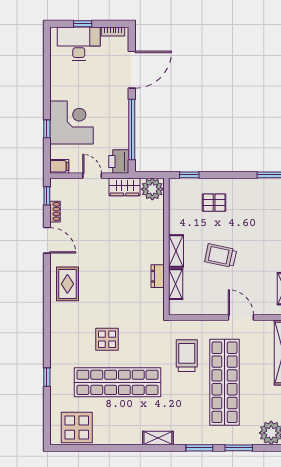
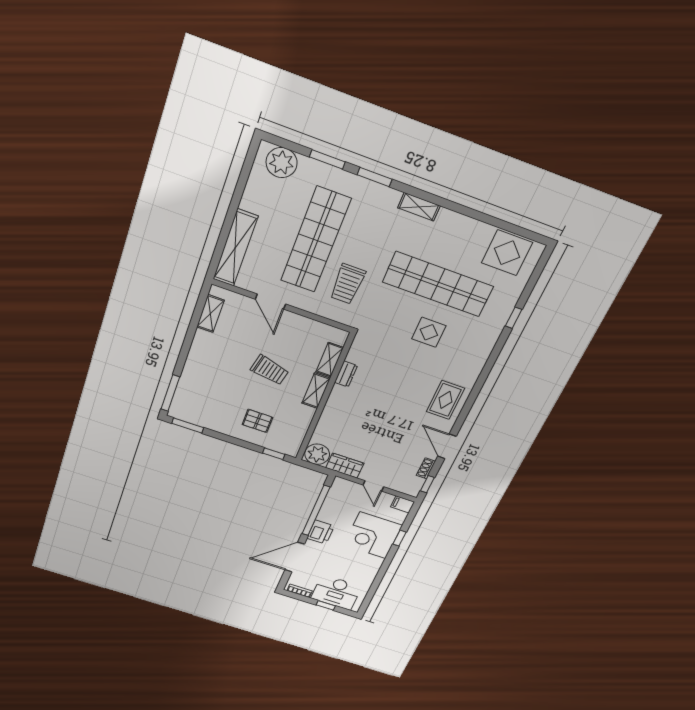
printer: (119, 161) -> (321, 532), moved

